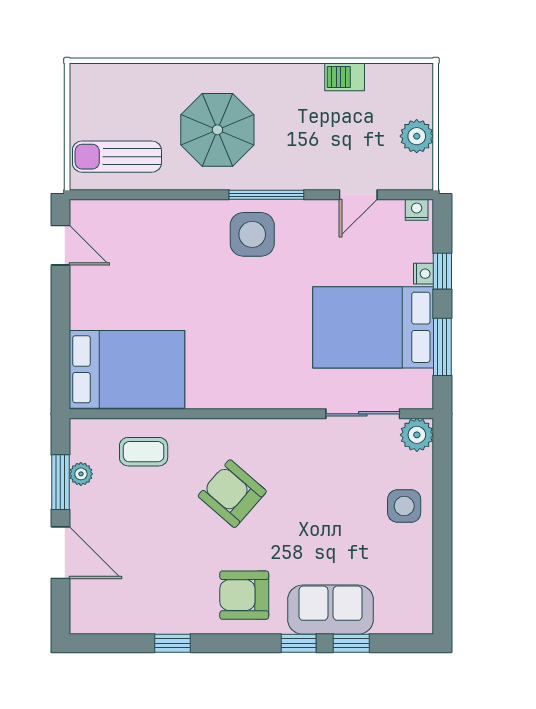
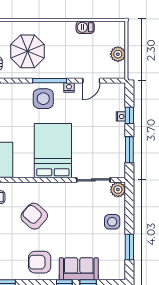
nightstand: (417, 210) -> (69, 88), moved
bed: (373, 327) -> (53, 151), moved, turned 90
window: (442, 562) -> (129, 247), added

